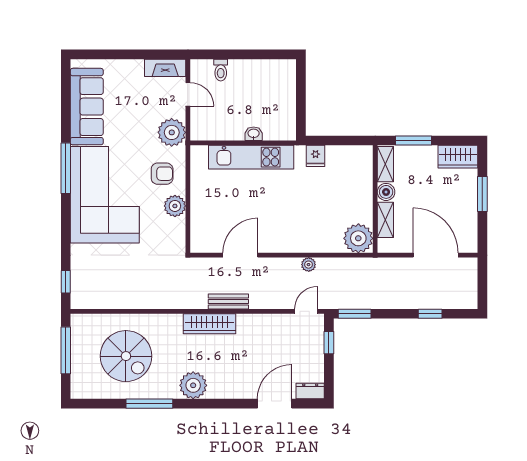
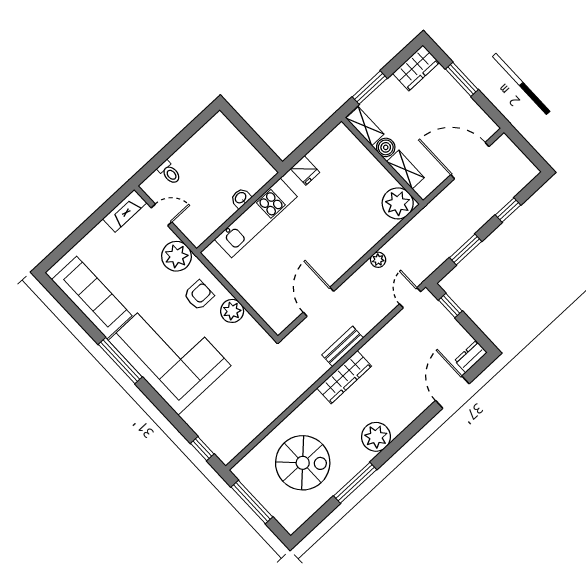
window: (355, 314) -> (466, 250), moved

